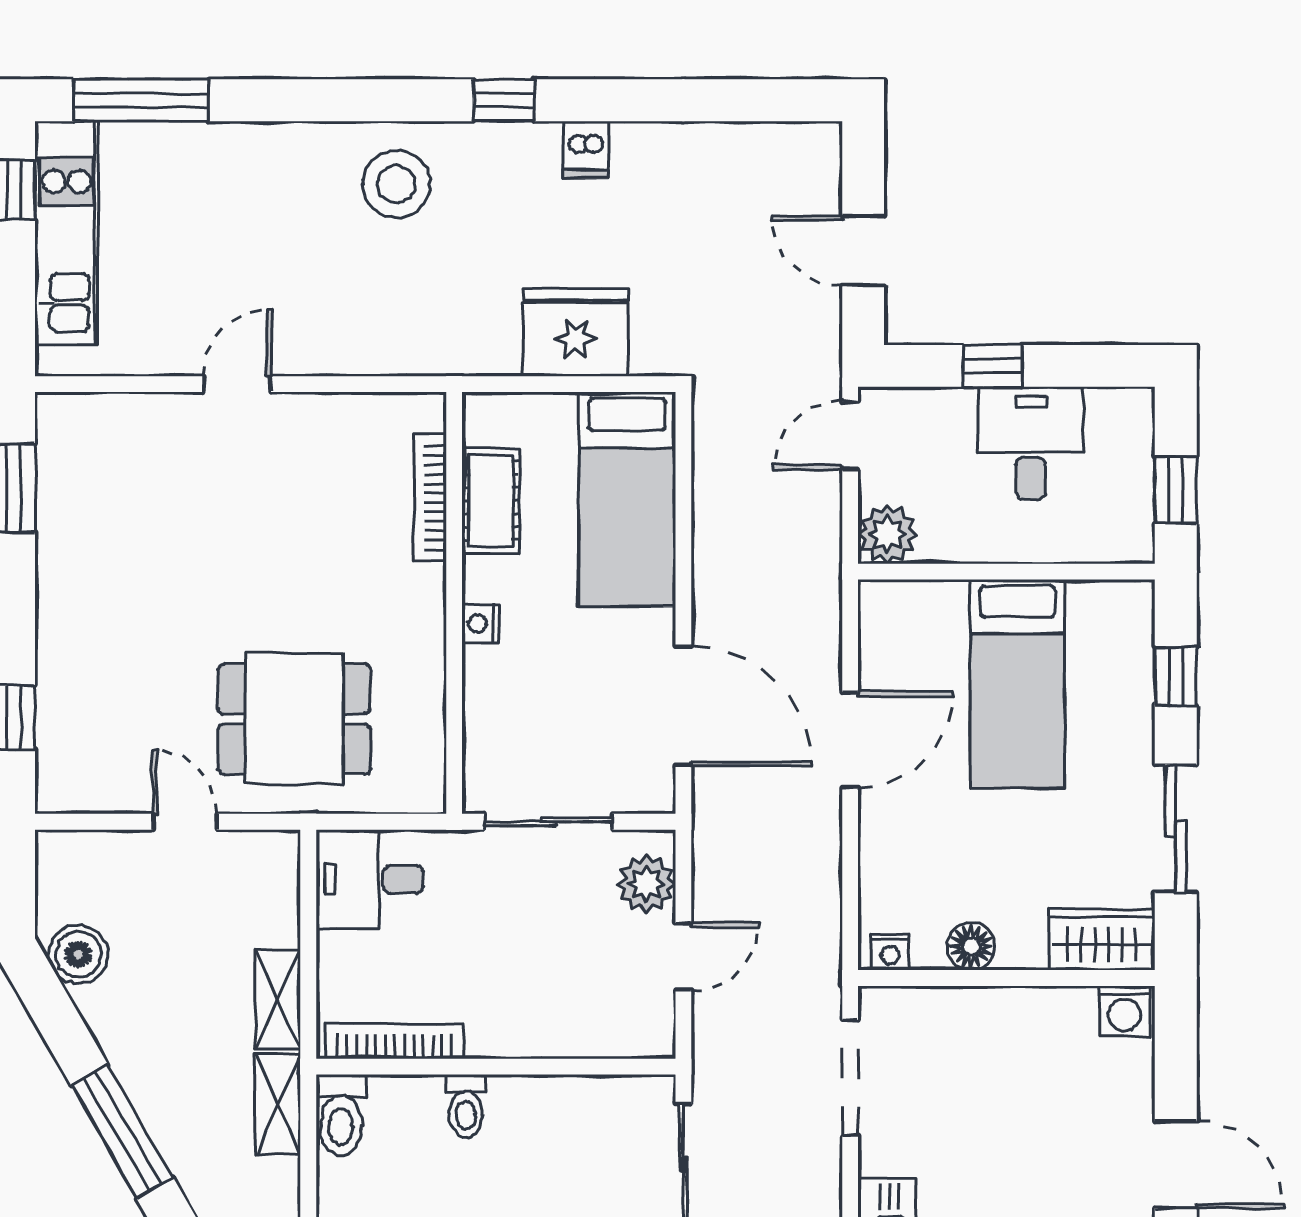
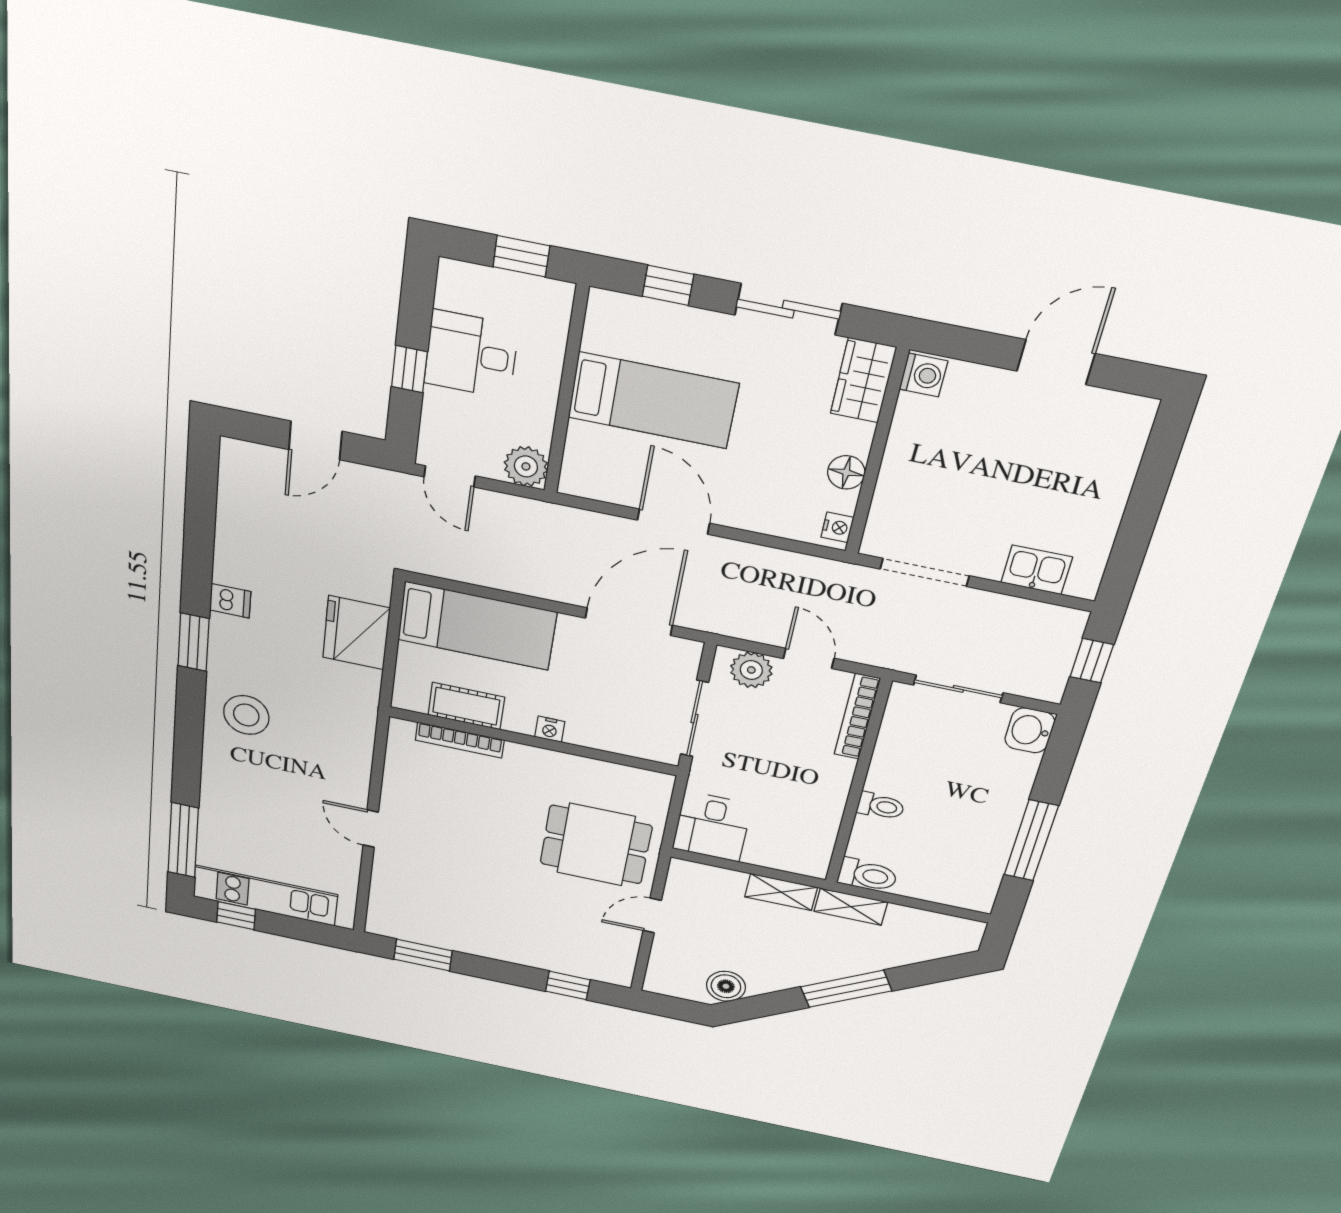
window: (504, 100) -> (194, 642), width x1.50
dining table: (294, 719) -> (596, 845), turned 90
bookcase: (395, 1041) -> (857, 716), moved

